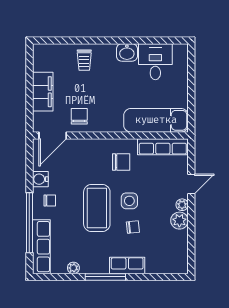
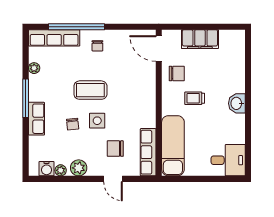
washbasin: (127, 52) -> (237, 103), moved
trolley: (84, 60) -> (195, 98), moved
desk: (155, 62) -> (228, 160), moved
chair: (121, 162) -> (115, 149), moved, turned 90
water cooler: (40, 179) -> (47, 169), moved, turned 180
plant: (182, 205) -> (61, 170), moved
coffee table: (97, 208) -> (90, 90), width x0.73, depth x0.76

